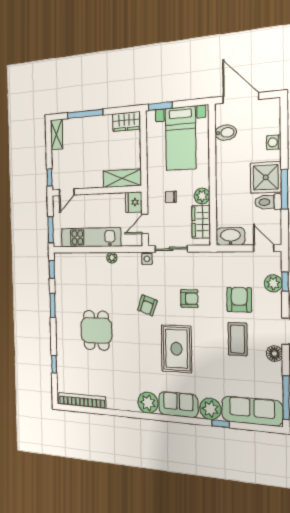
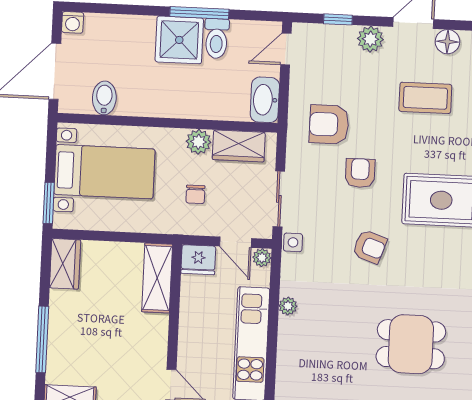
washing machine: (274, 142) -> (73, 22), moved
plant: (137, 241) -> (262, 258), added
plant: (273, 283) -> (370, 39), moved
armchair: (239, 300) -> (329, 124), moved

